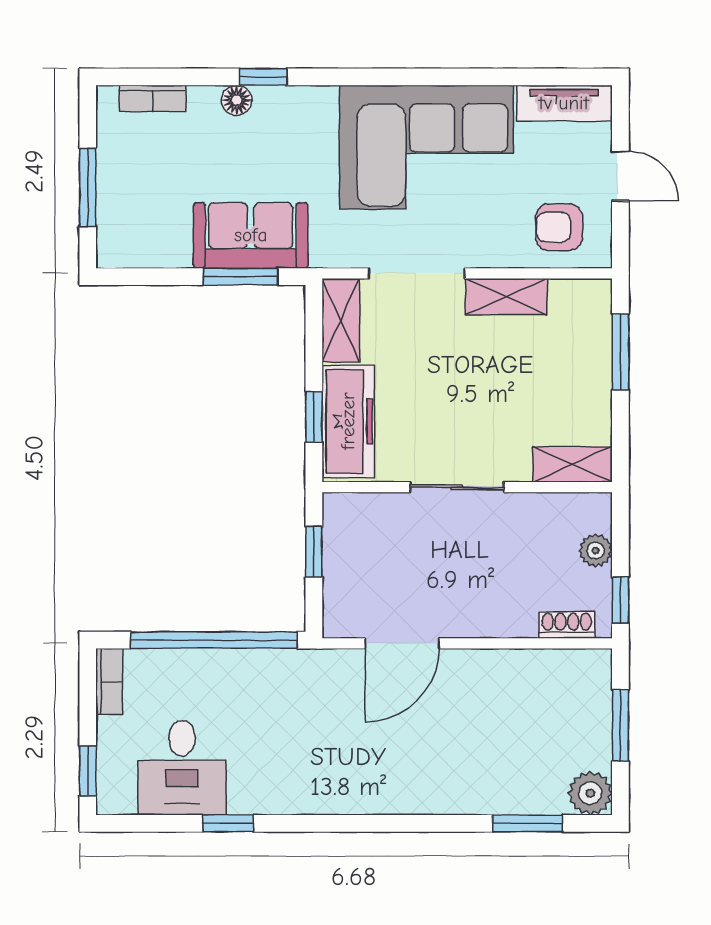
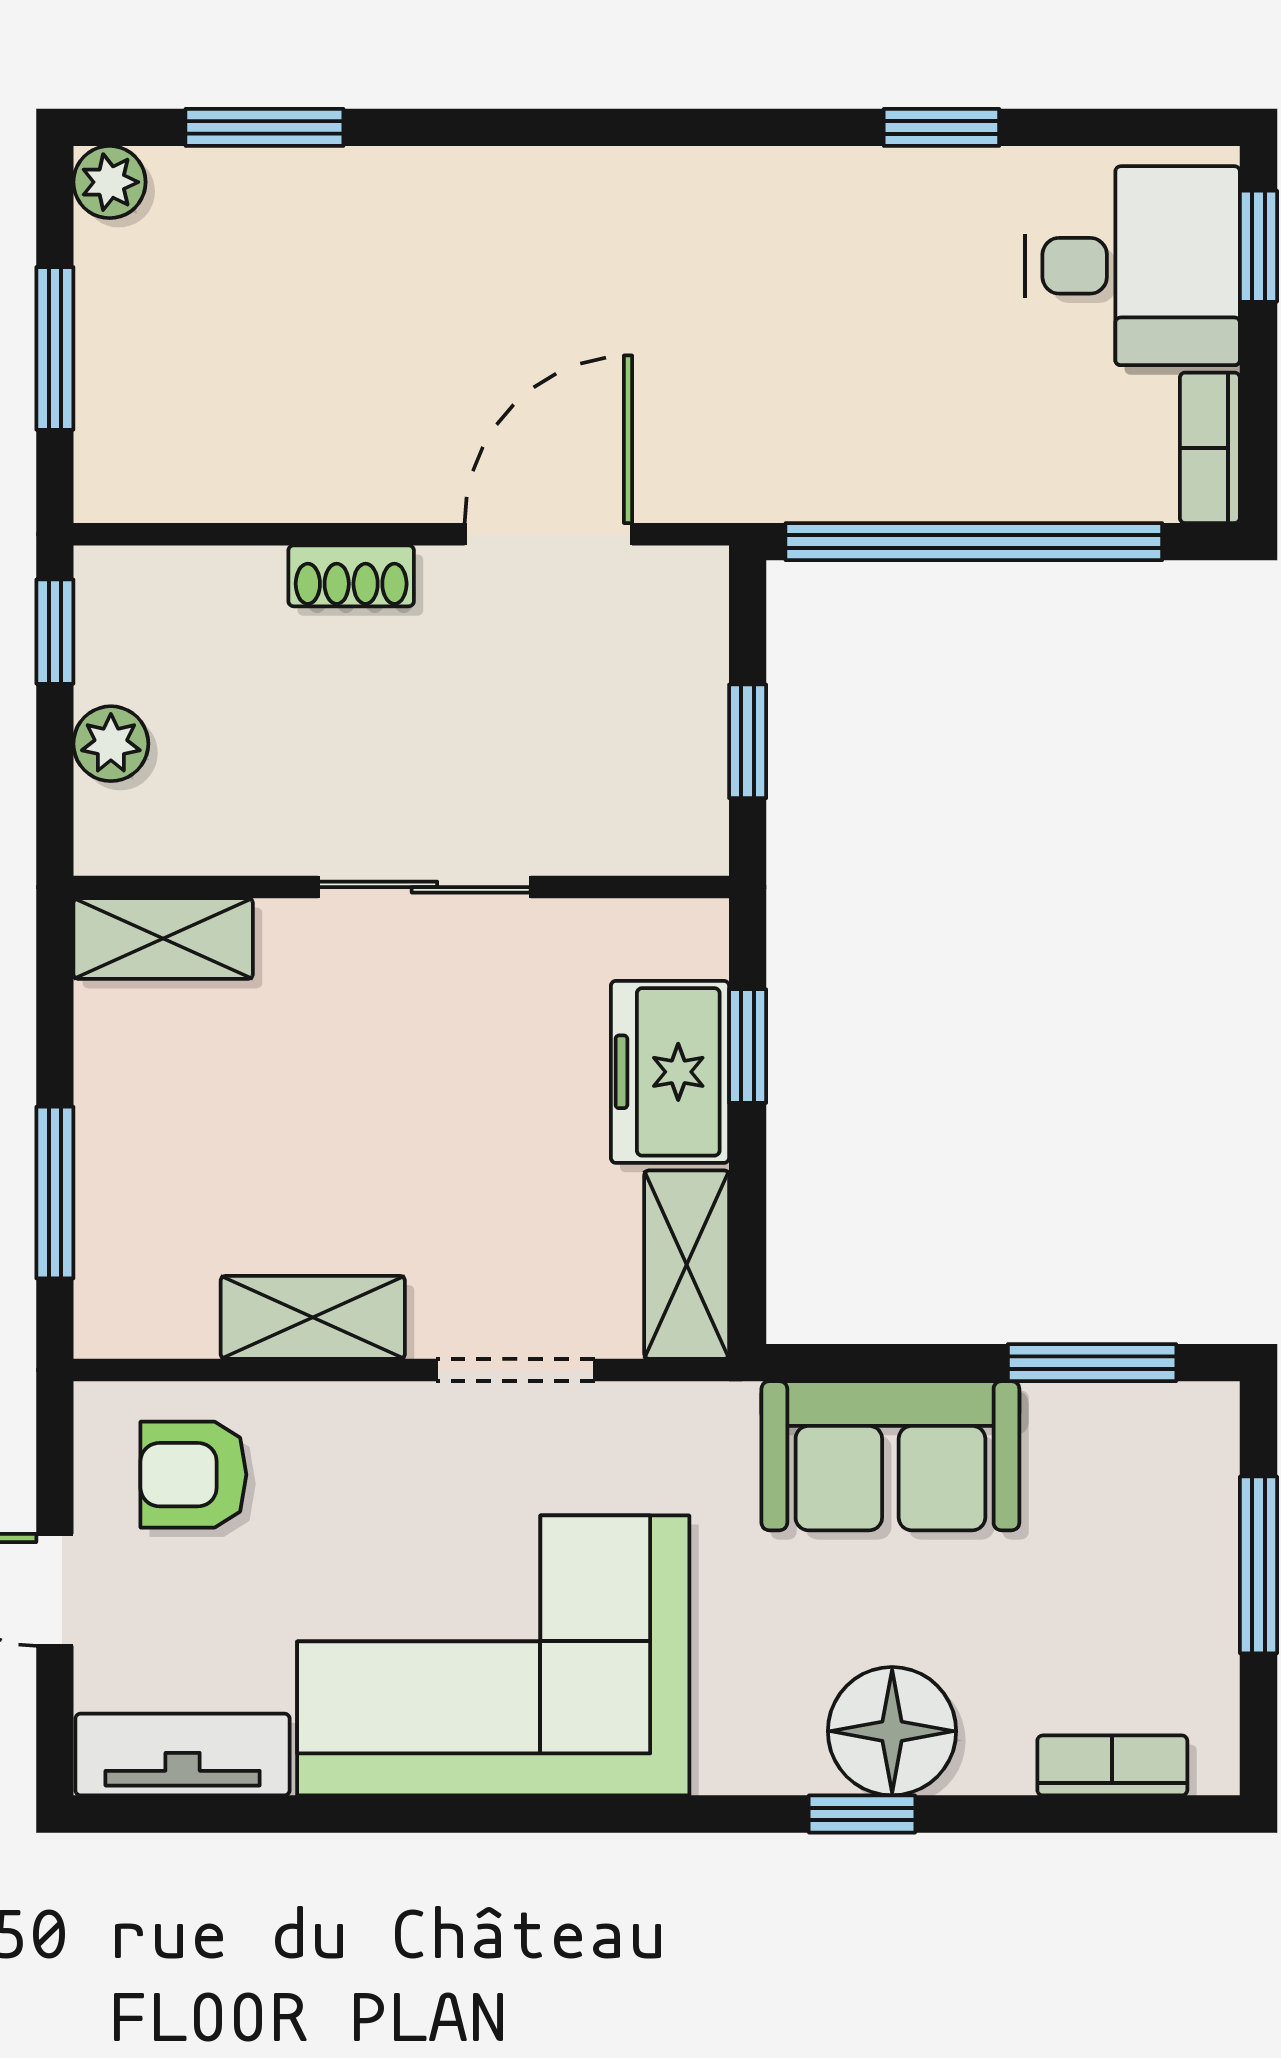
floor lamp: (237, 100) -> (892, 1731), width x1.89, depth x1.89
armchair: (559, 227) -> (193, 1475), turned 180
doorway: (417, 273) -> (515, 1370), width x0.73
window: (240, 277) -> (1092, 1363), moved
freezer: (348, 421) -> (670, 1072), width x0.71
shoe rack: (567, 625) -> (351, 576), moved
desk: (182, 768) -> (1133, 266), moved, turned 90
plant: (590, 793) -> (110, 182), width x0.73, depth x0.73

